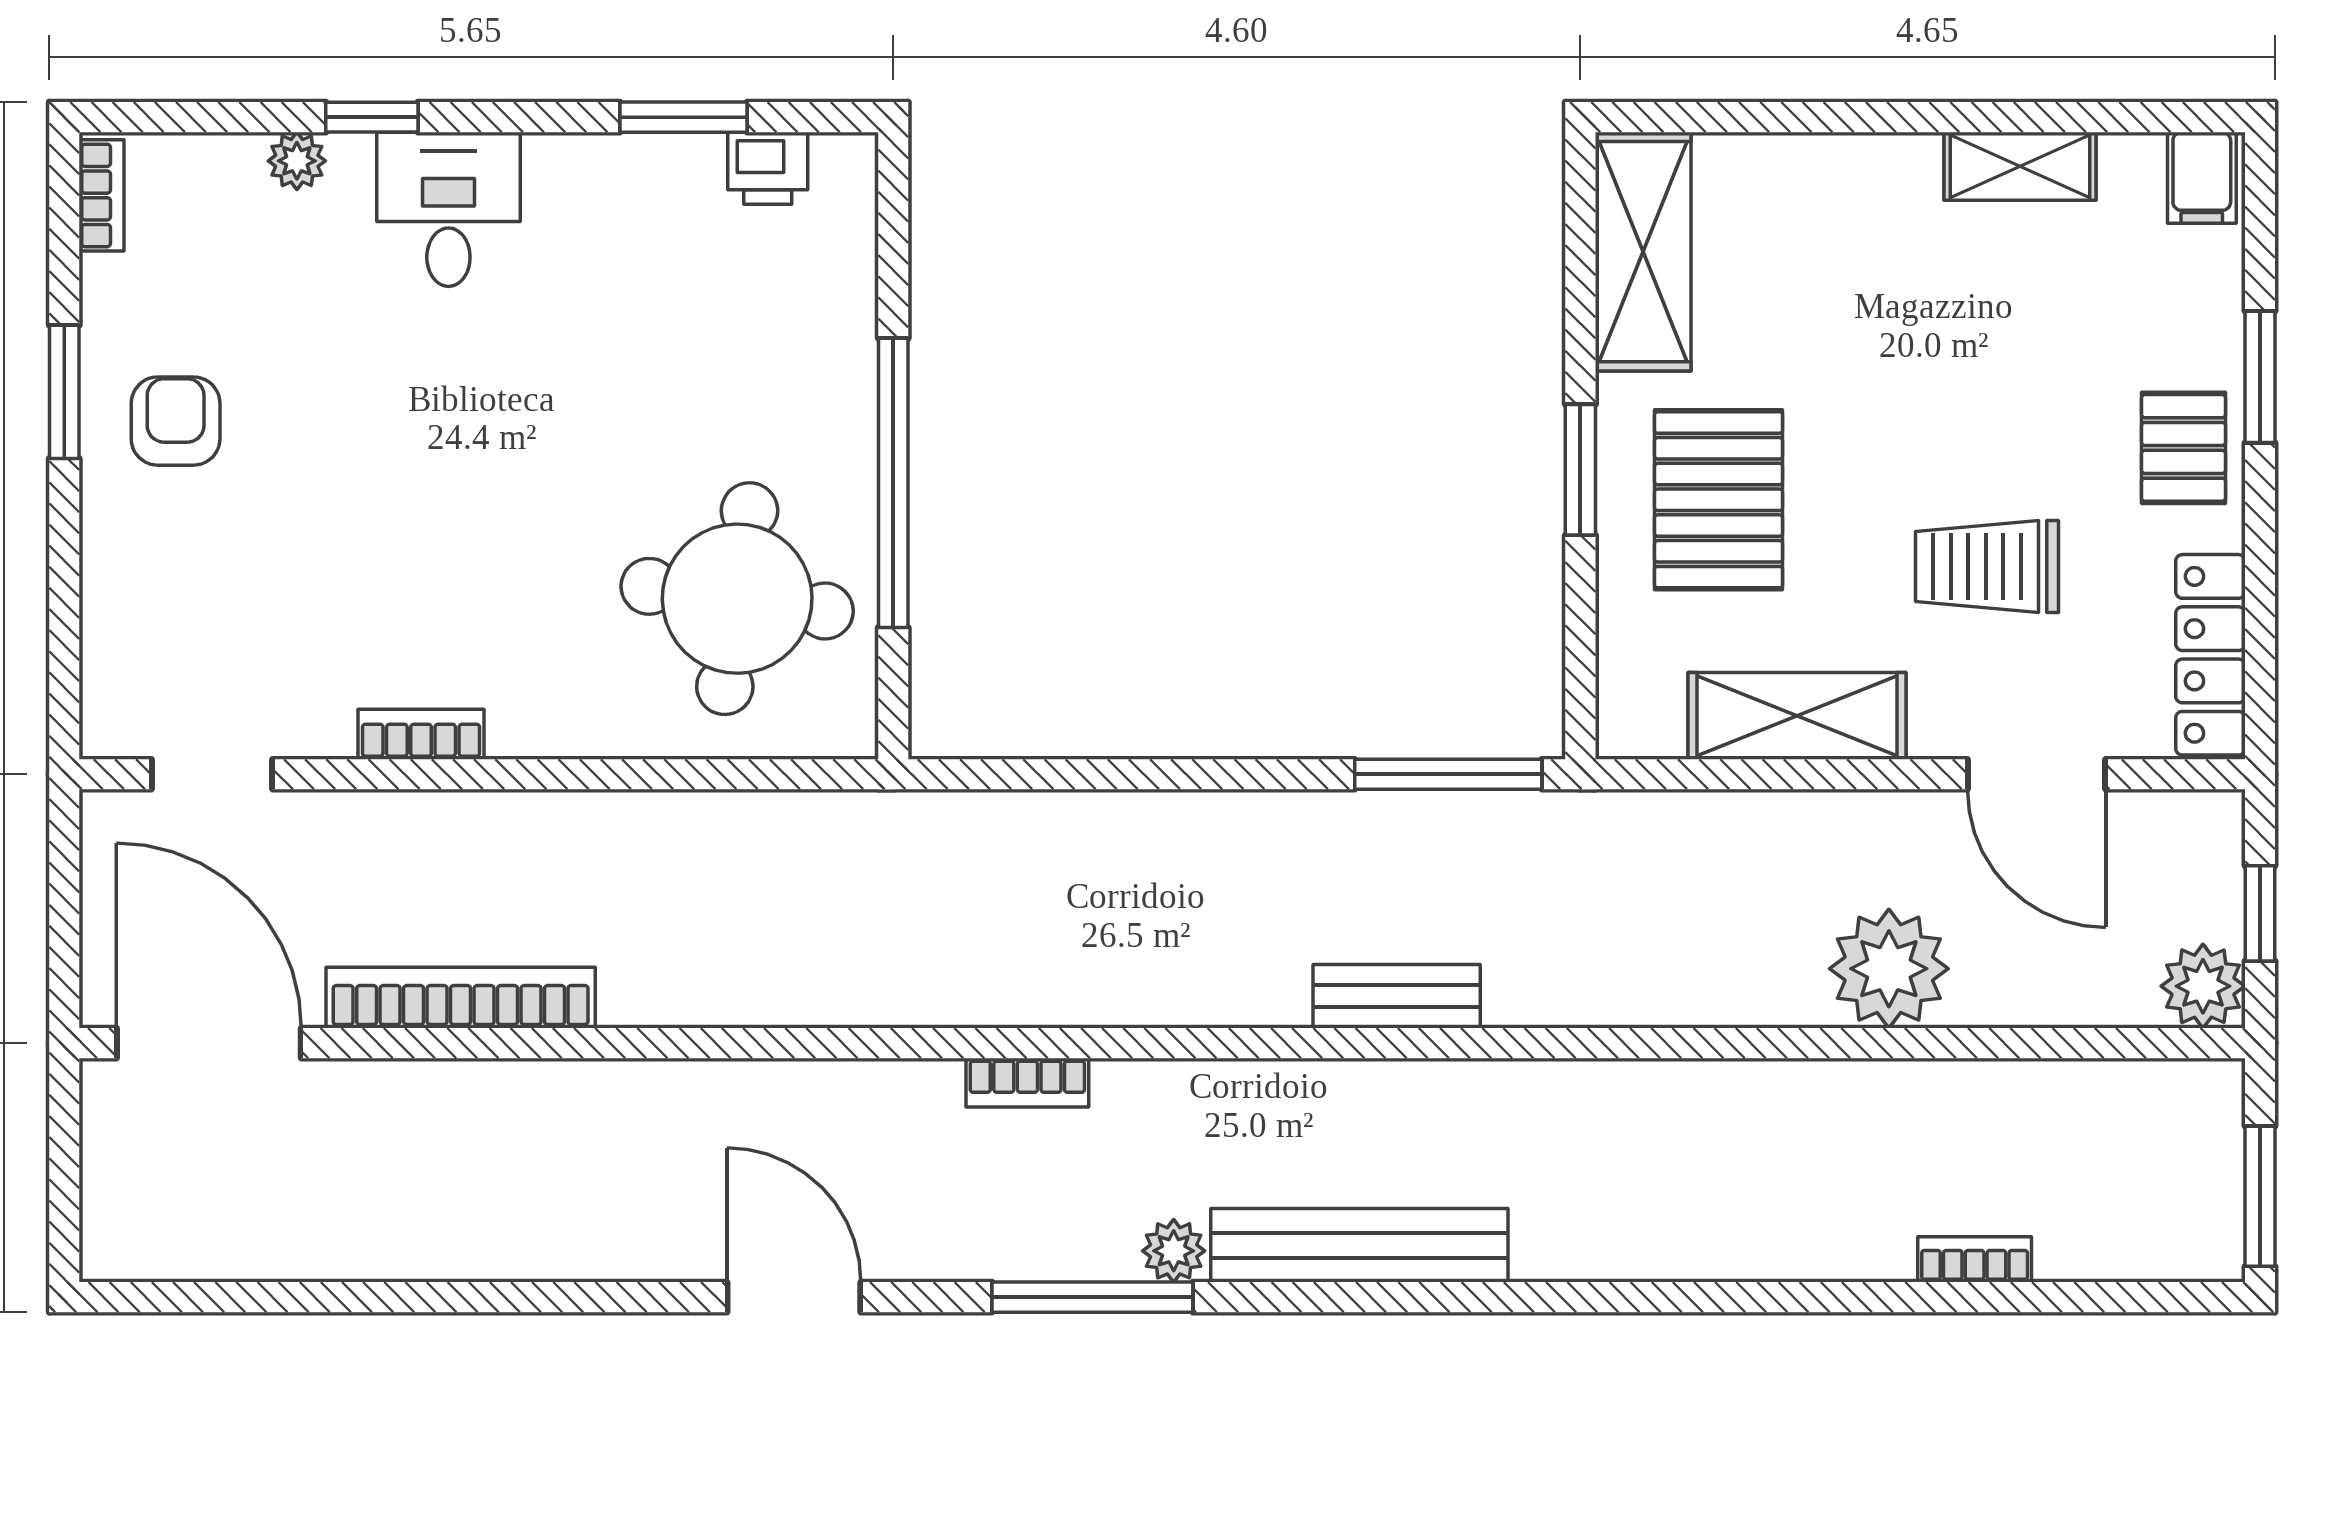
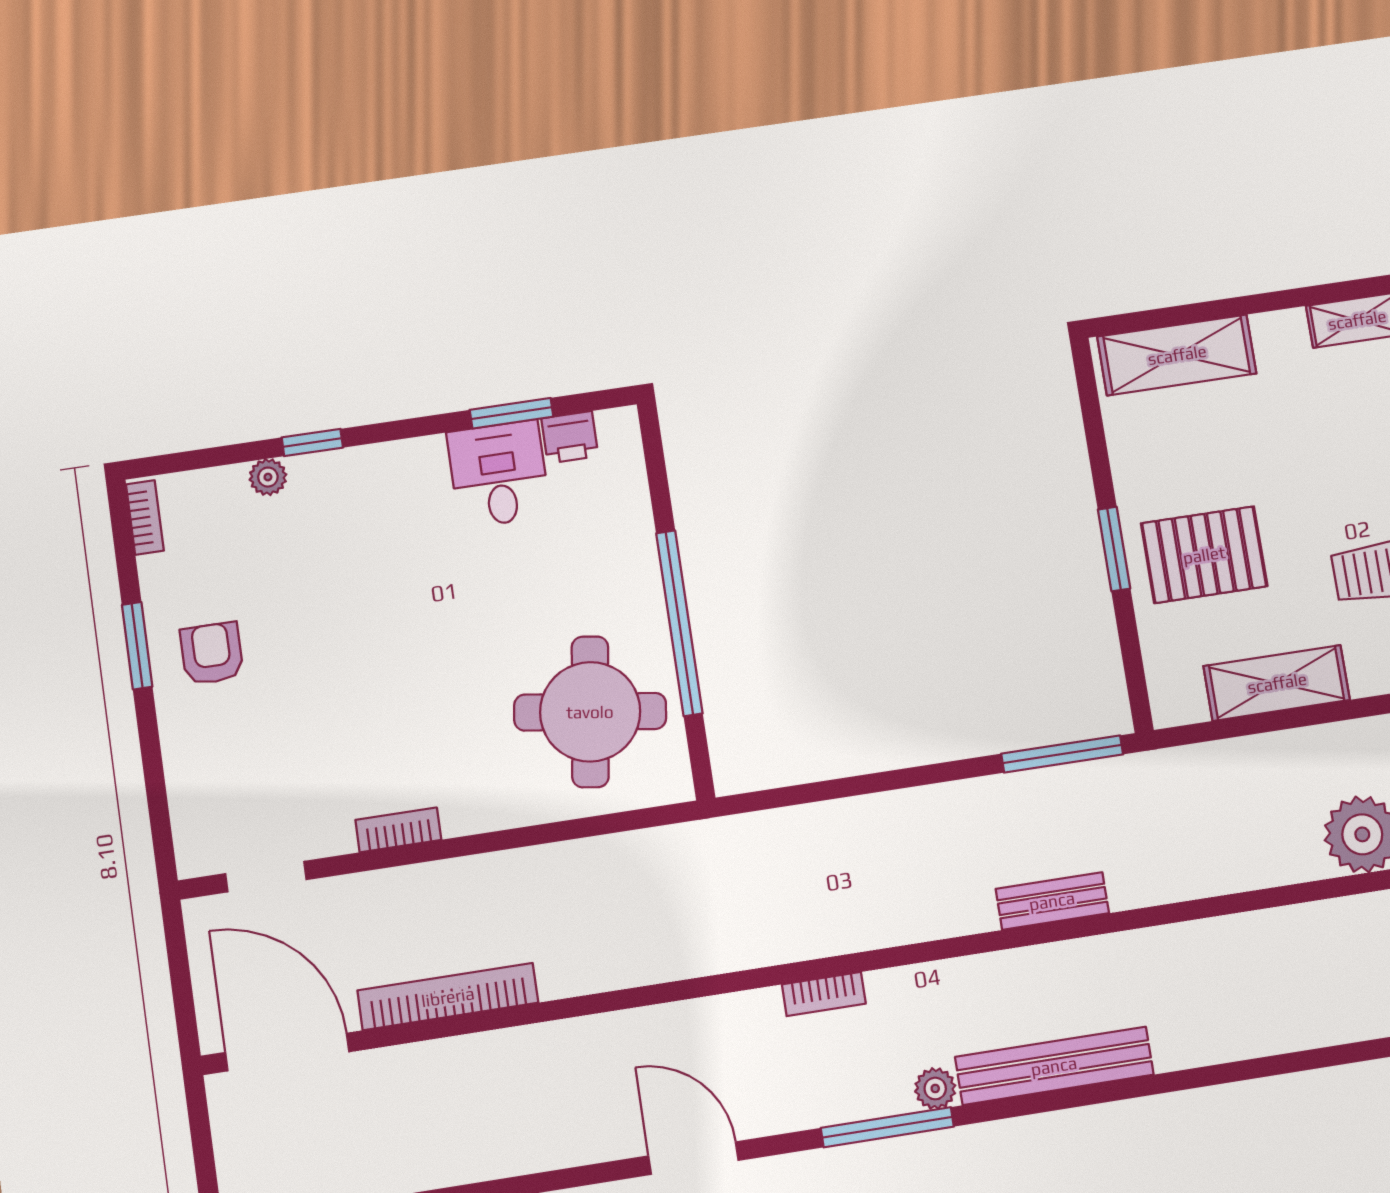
desk: (448, 209) -> (499, 474), moved
shelving: (1643, 252) -> (1177, 355), moved, turned 90
pallet: (1719, 500) -> (1204, 555), turned 90

